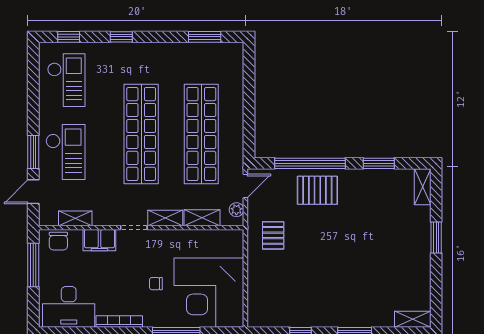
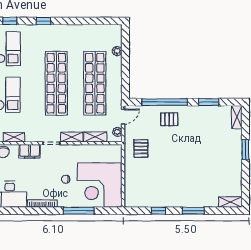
window: (205, 37) -> (97, 21), removed
plant: (236, 84) -> (117, 51), added
pallet: (317, 190) -> (169, 119), width x0.67, depth x0.71

